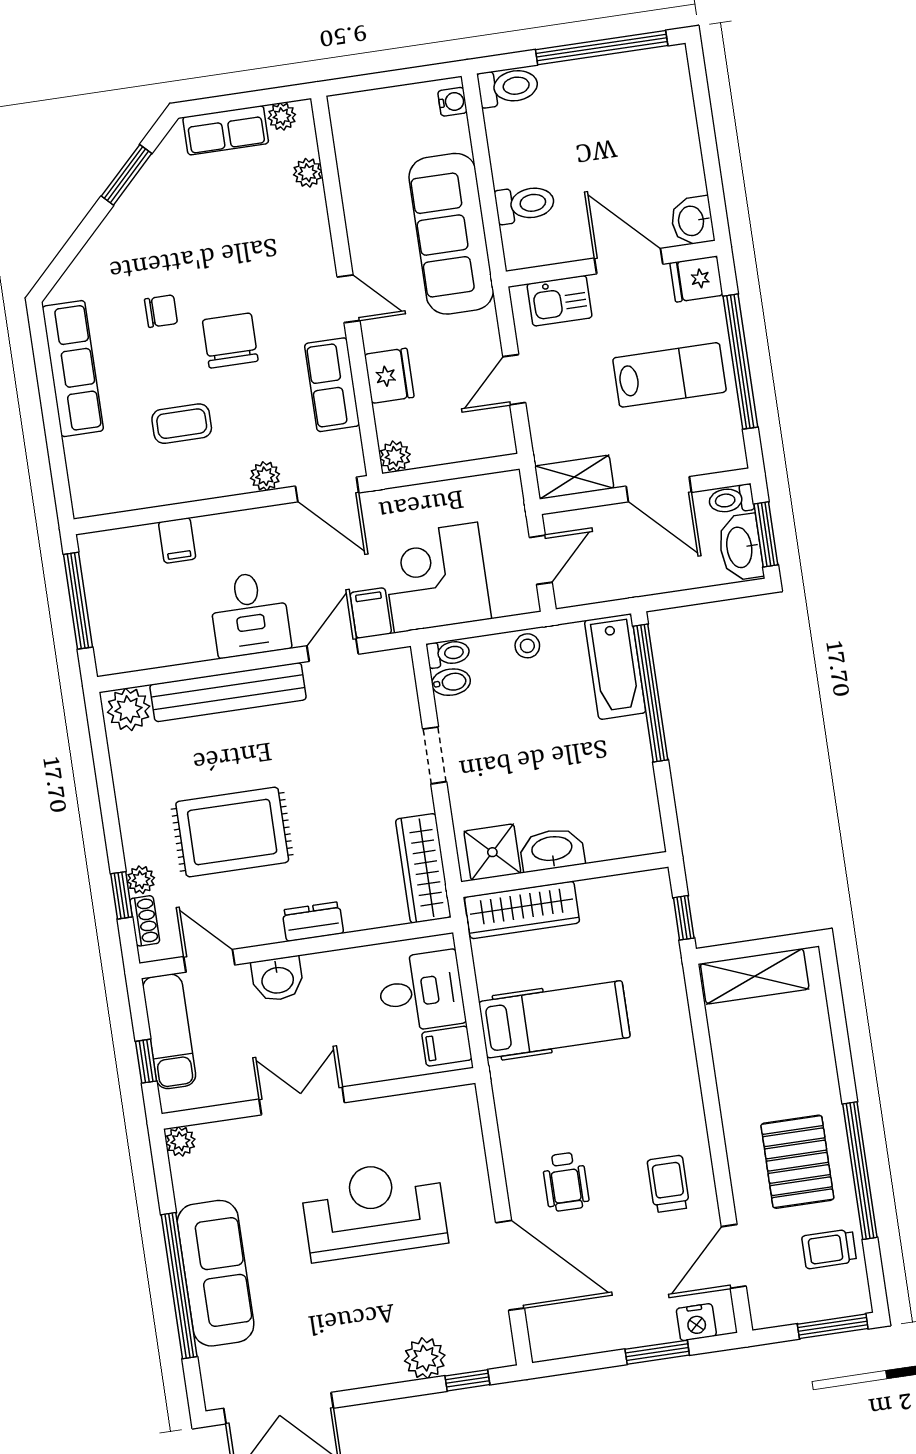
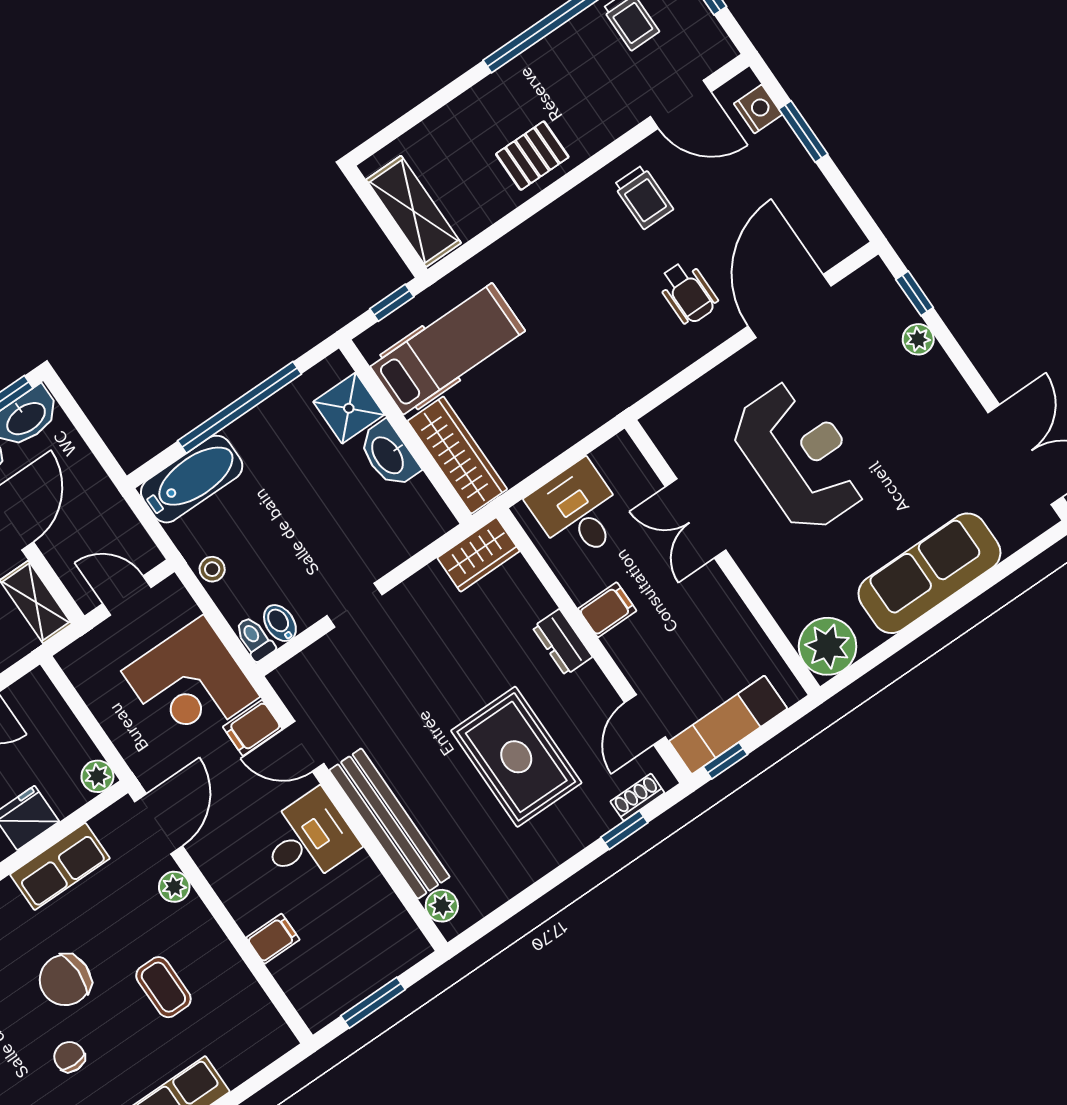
window: (78, 601) -> (373, 1003), width x0.69
window: (651, 693) -> (240, 407), moved
plant: (129, 709) -> (442, 906), width x0.73, depth x0.73
shower: (492, 852) -> (349, 408), moved
wardrobe: (423, 868) -> (478, 554), width x0.67
plant: (141, 880) -> (601, 819), removed
washbasin: (277, 979) -> (631, 649), removed
hospital bed: (554, 1019) -> (448, 349), moved, turned 90
filing cabinet: (447, 1046) -> (607, 610), moved, turned -90
window: (146, 1061) -> (725, 761), moved
double door: (302, 1101) -> (696, 518), moved
plant: (180, 1141) -> (828, 646), width x1.88, depth x1.88
pallet: (797, 1162) -> (532, 156), moved, width x0.67, depth x0.71
wheelchair: (566, 1182) -> (688, 293), turned 90
trolley: (668, 1184) -> (643, 197), turned -90
reception desk: (374, 1210) -> (800, 456), turned 180
window: (179, 1286) -> (957, 601), removed
plant: (425, 1358) -> (918, 339), width x0.73, depth x0.73

